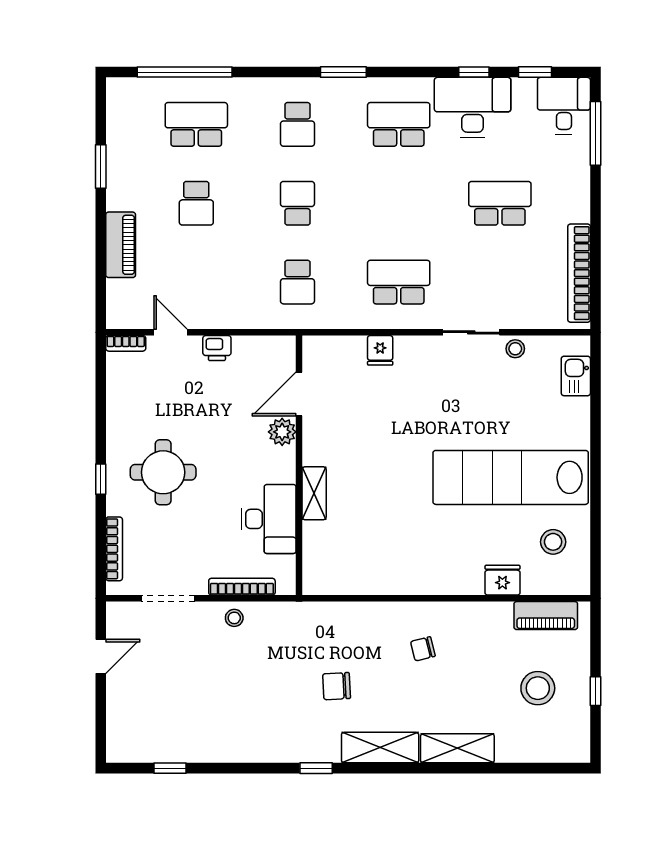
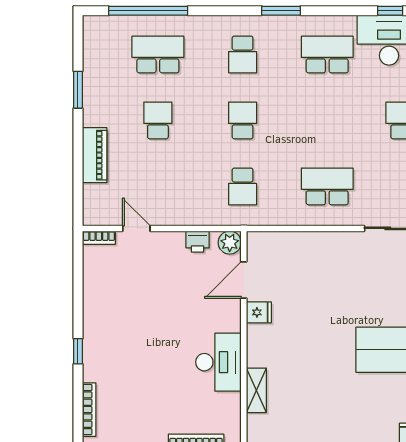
school desk: (196, 203) -> (158, 120), turned 180
printer: (217, 348) -> (198, 242), moved
fridge: (380, 350) -> (259, 312), moved, turned -90
plant: (282, 432) -> (230, 243), moved
round table: (163, 472) -> (130, 346), removed
shelving: (314, 493) -> (256, 390), moved
desk: (269, 519) -> (218, 362), moved

